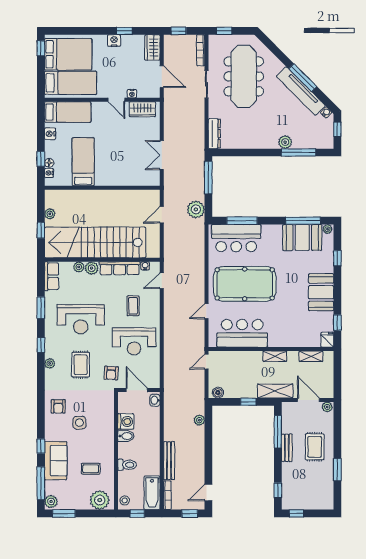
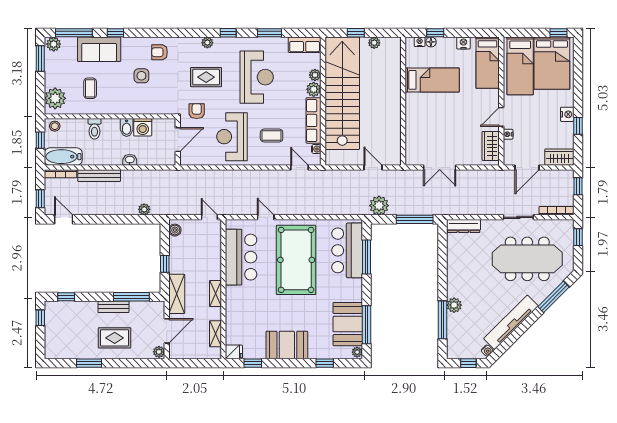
window: (303, 78) -> (554, 297), moved
double door: (162, 155) -> (440, 168), swing flipped
reception desk: (81, 319) -> (257, 77), turned 180
armchair: (111, 373) -> (197, 111), turned 86
washbasin: (155, 400) -> (130, 160), moved

